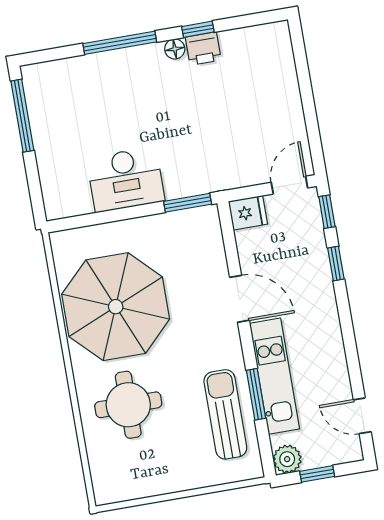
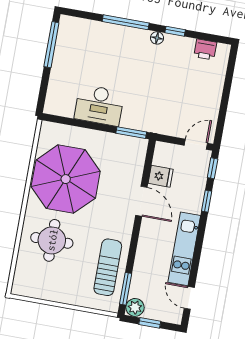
printer: (203, 49) -> (205, 49), moved
fridge: (248, 213) -> (161, 176), moved
kitchen unit: (274, 376) -> (184, 249), moved, turned 180
window: (256, 394) -> (126, 289), moved

